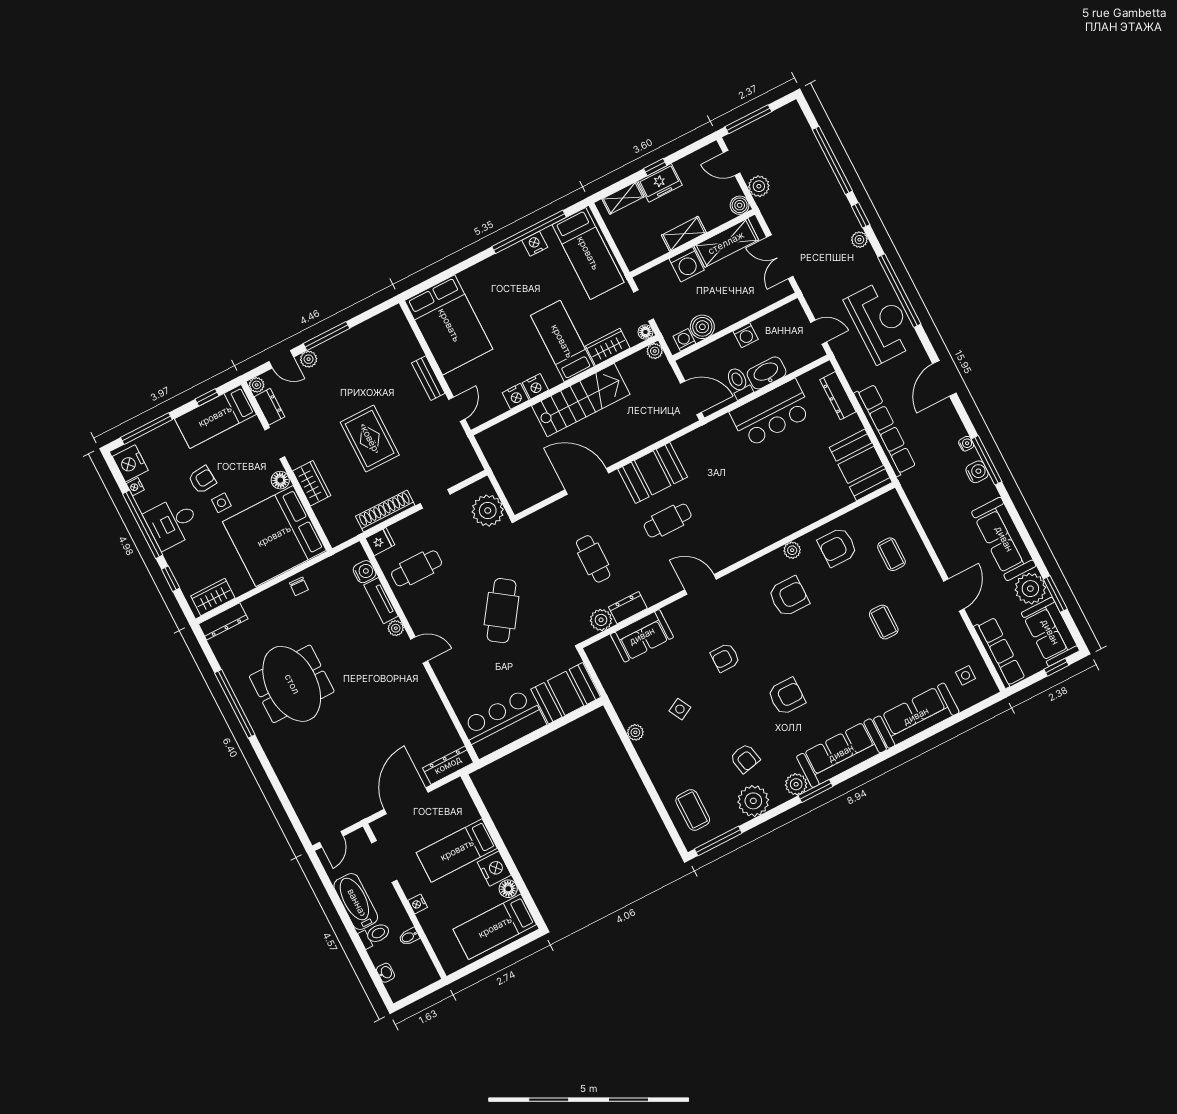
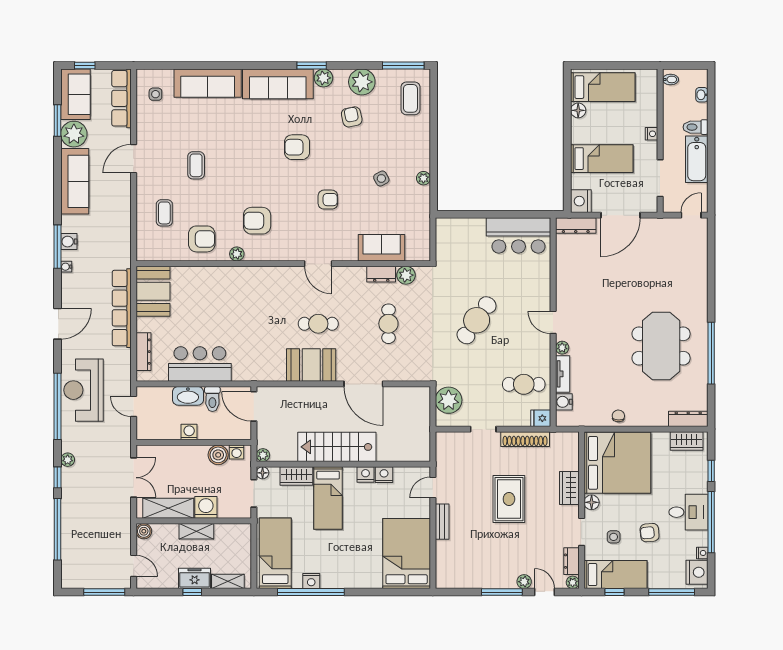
plant: (759, 186) -> (122, 538), removed
side table: (221, 503) -> (614, 537), moved
booth: (566, 693) -> (461, 234), removed
nightstand: (494, 869) -> (581, 201), moved
bidet: (409, 937) -> (671, 79), moved

